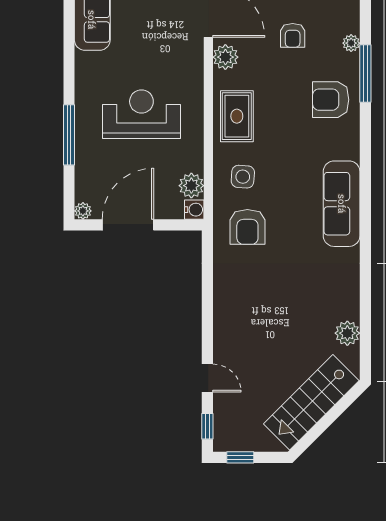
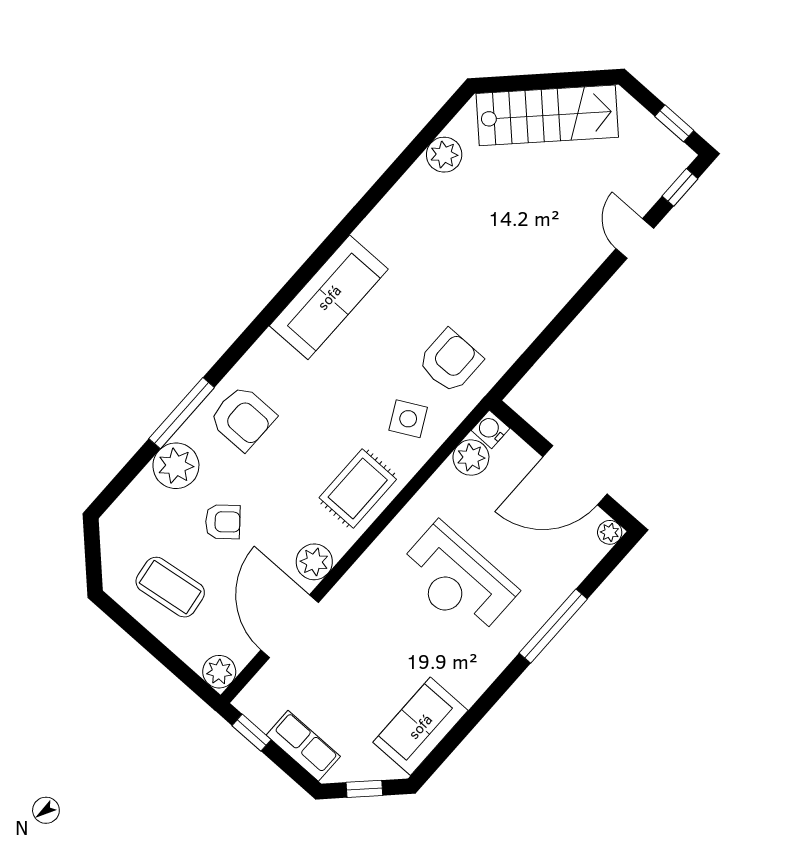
armchair: (293, 35) -> (223, 522), turned 50
plant: (351, 43) -> (176, 466), width x1.88, depth x1.88
side table: (243, 177) -> (408, 419), turned -32

